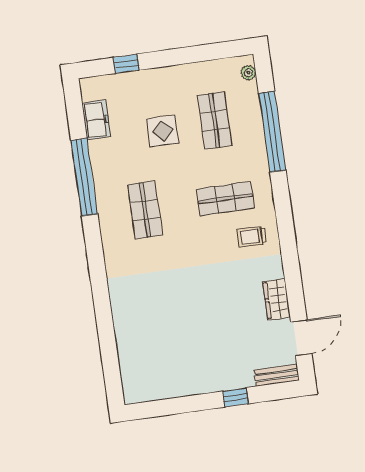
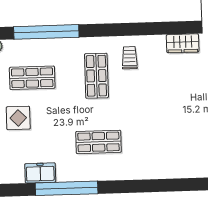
freezer: (96, 120) -> (40, 173), moved
display table: (163, 131) -> (18, 118), moved
trolley: (252, 237) -> (130, 58), turned 180

